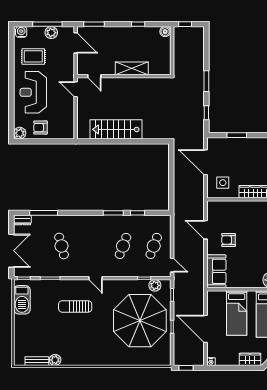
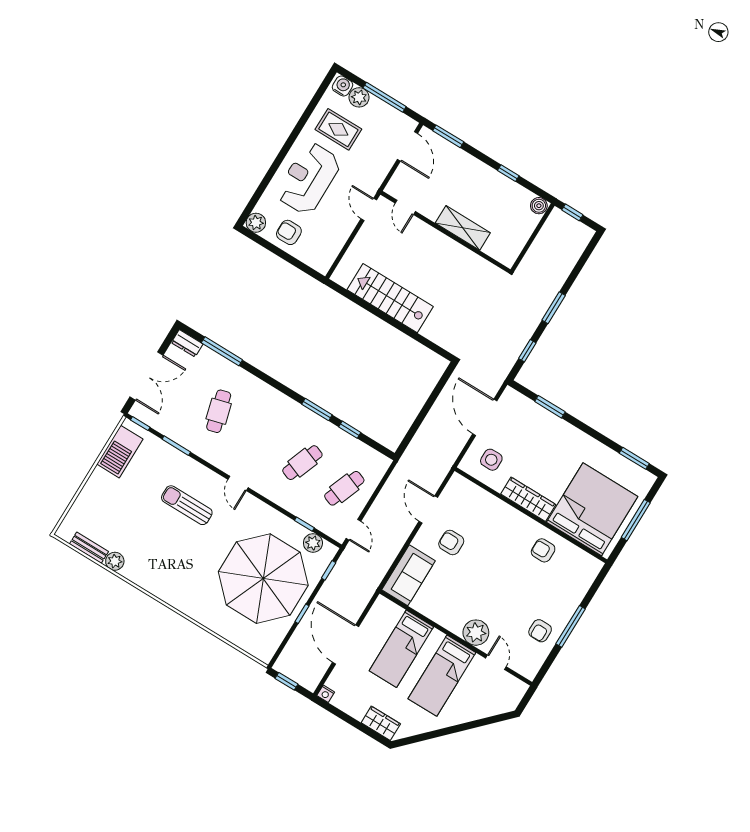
plant: (51, 33) -> (359, 97), moved

